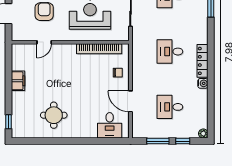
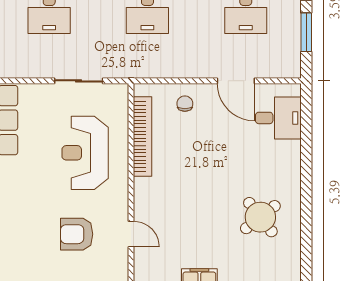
door: (131, 101) -> (236, 81), hinge flipped
round table: (54, 115) -> (260, 217), turned -38

